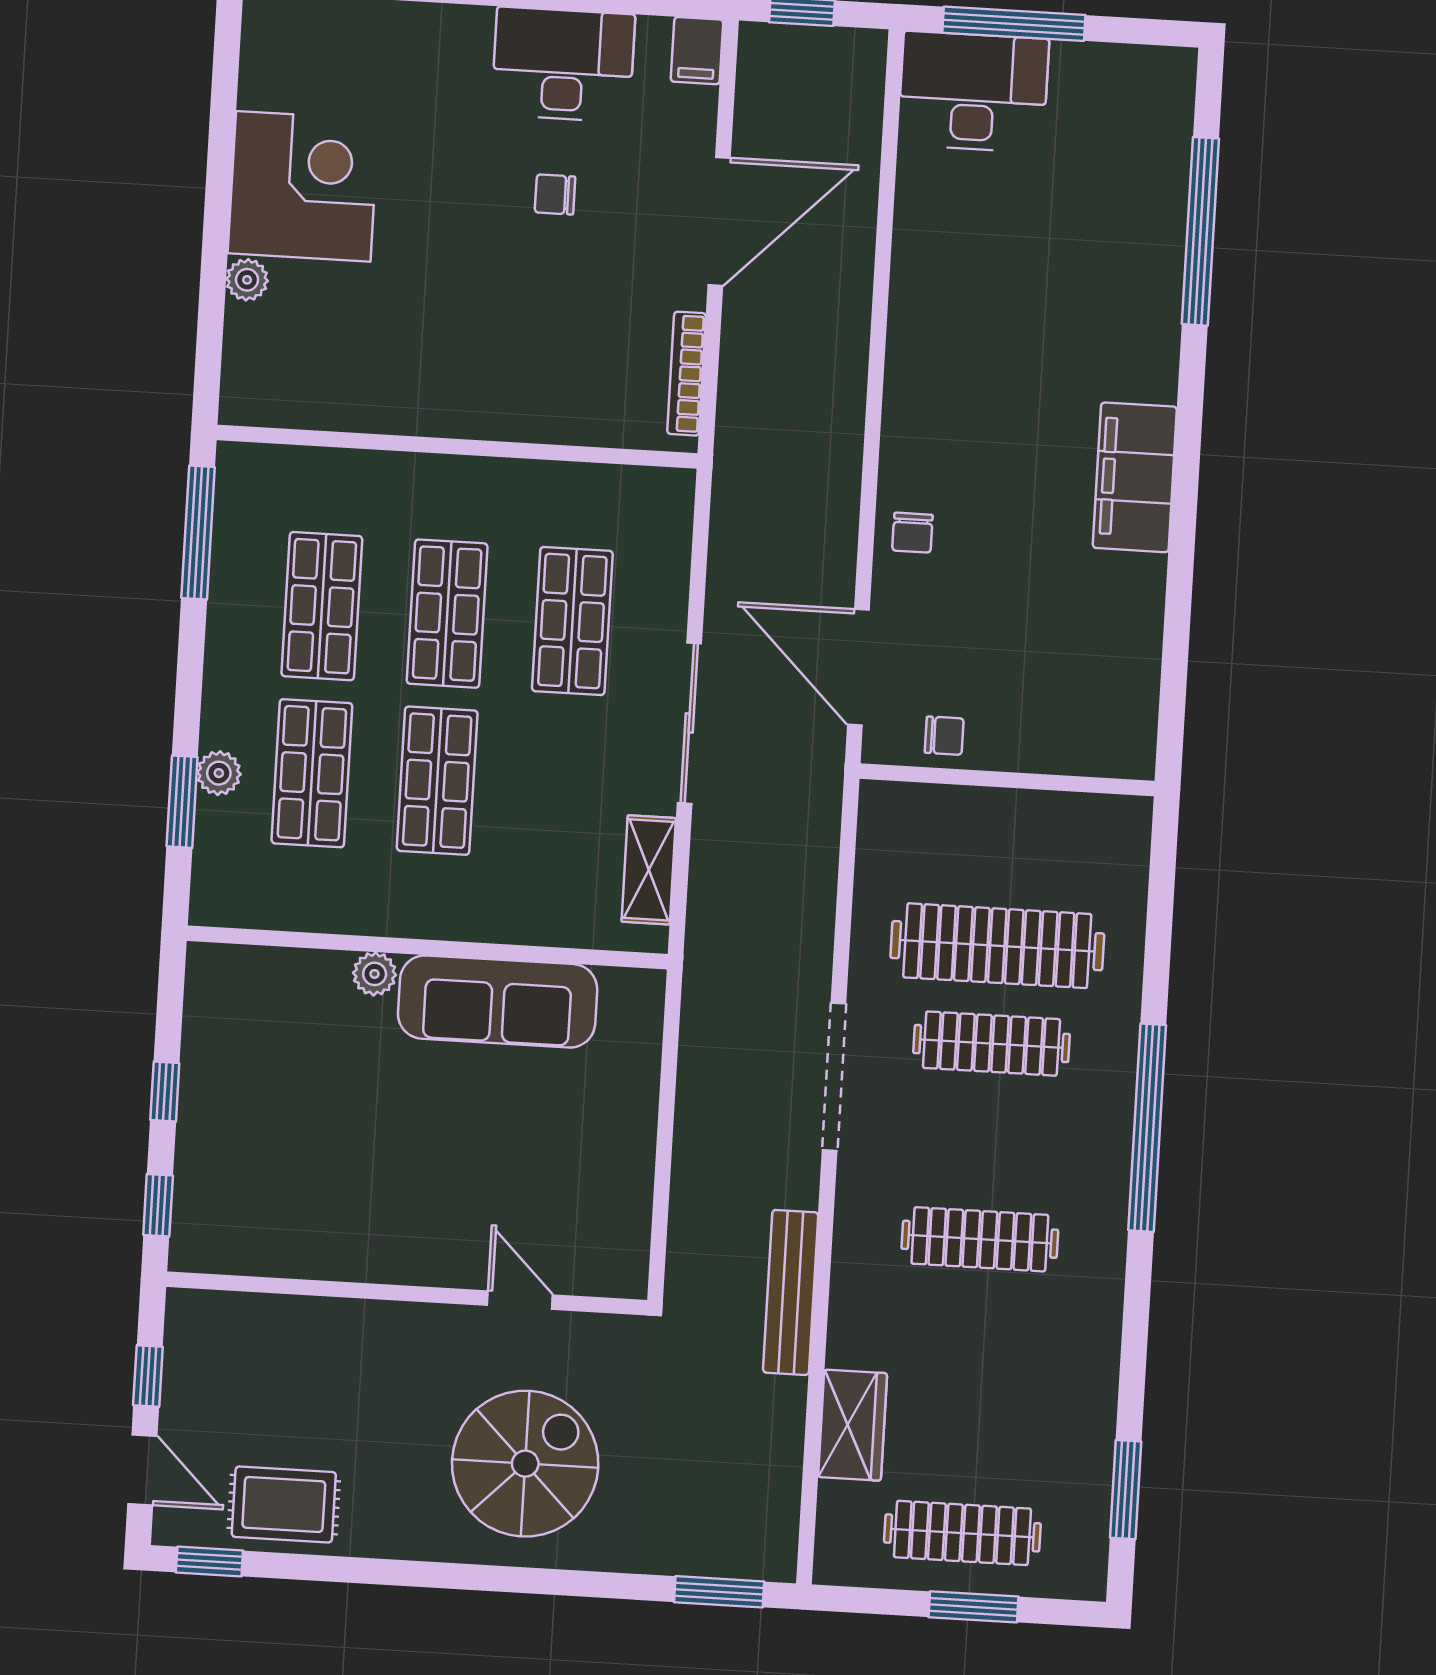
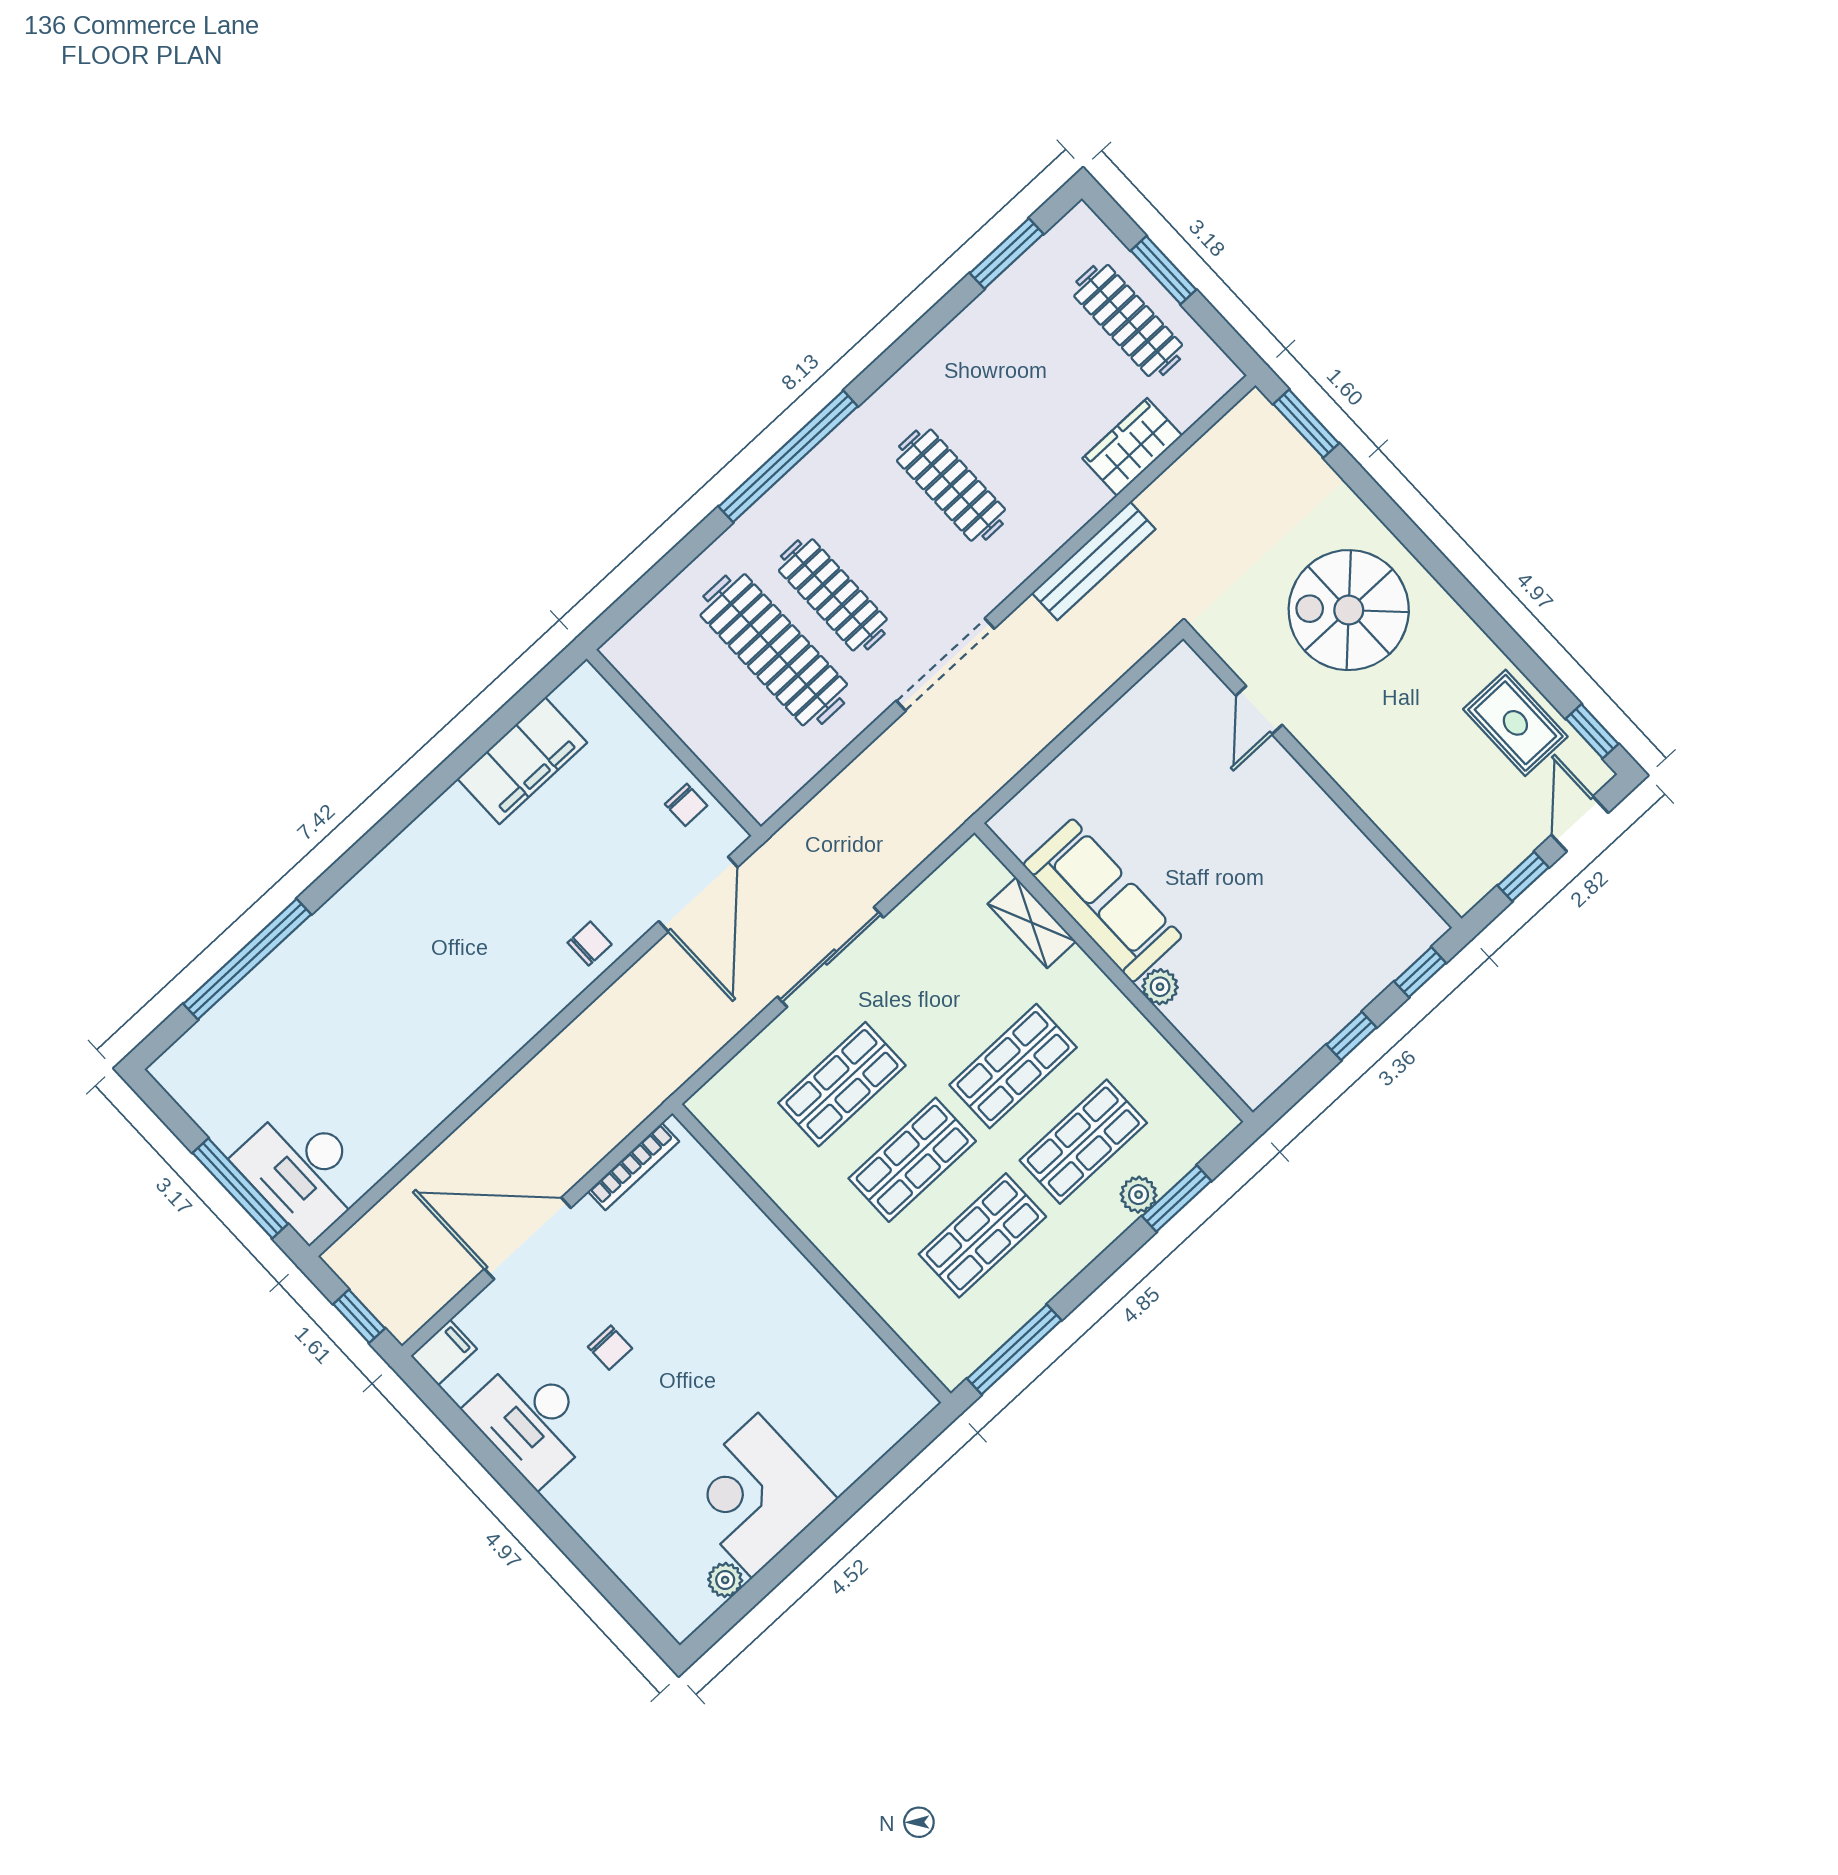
plant: (247, 280) -> (725, 1580), moved
filing cabinet: (1135, 477) -> (522, 761), moved
chair: (944, 736) -> (686, 805), turned 180
shelving: (649, 870) -> (1032, 923), moved, turned 90

